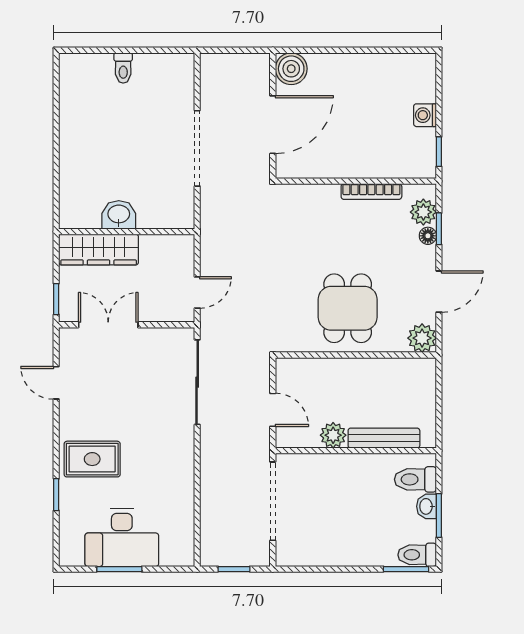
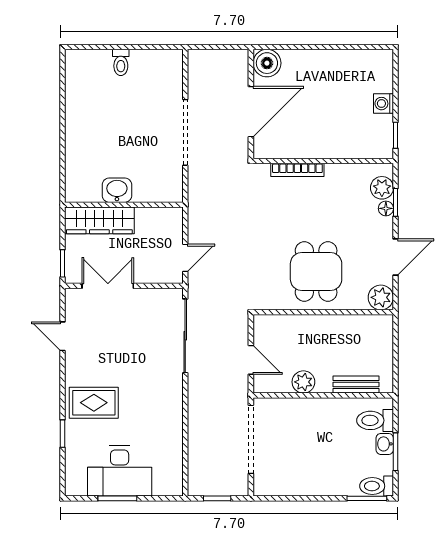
bookcase: (371, 192) -> (297, 170), moved
bench: (384, 438) -> (356, 384), width x0.73

